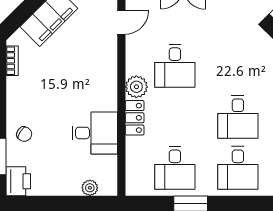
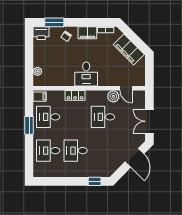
plant: (136, 87) -> (113, 96), moved
filing cabinet: (18, 95) -> (87, 33), added
desk: (95, 133) -> (86, 74), moved
filing cabinet: (137, 184) -> (40, 97), added

